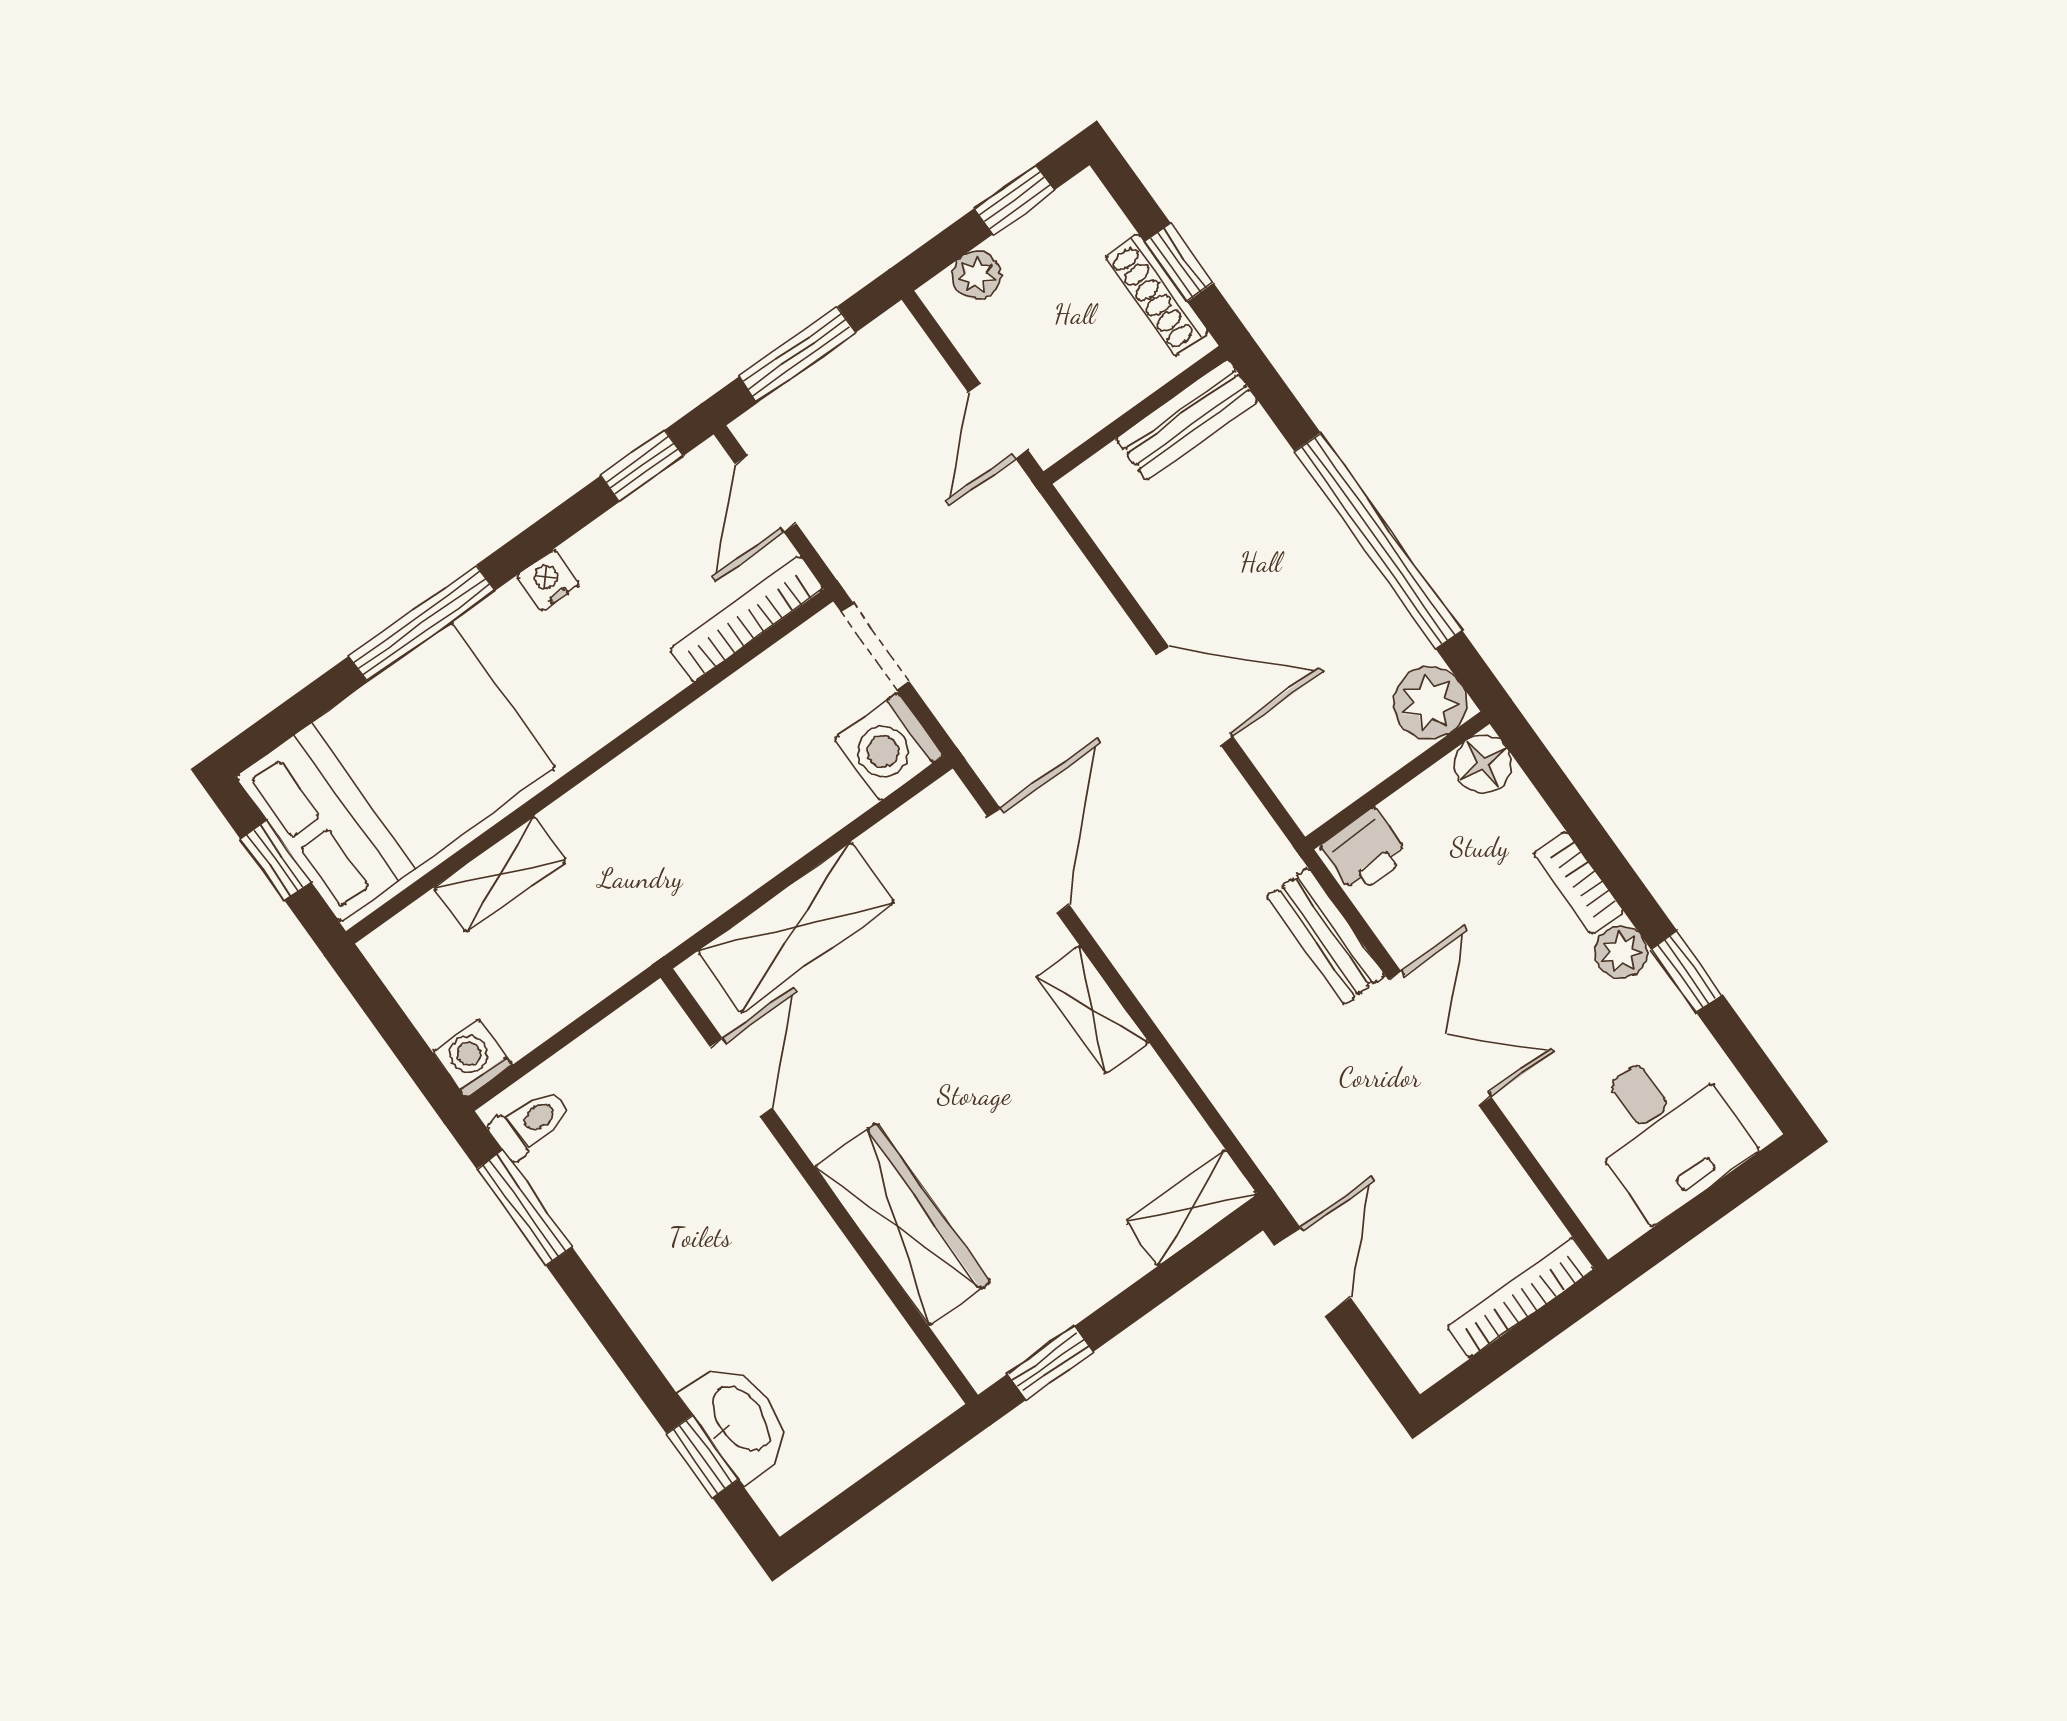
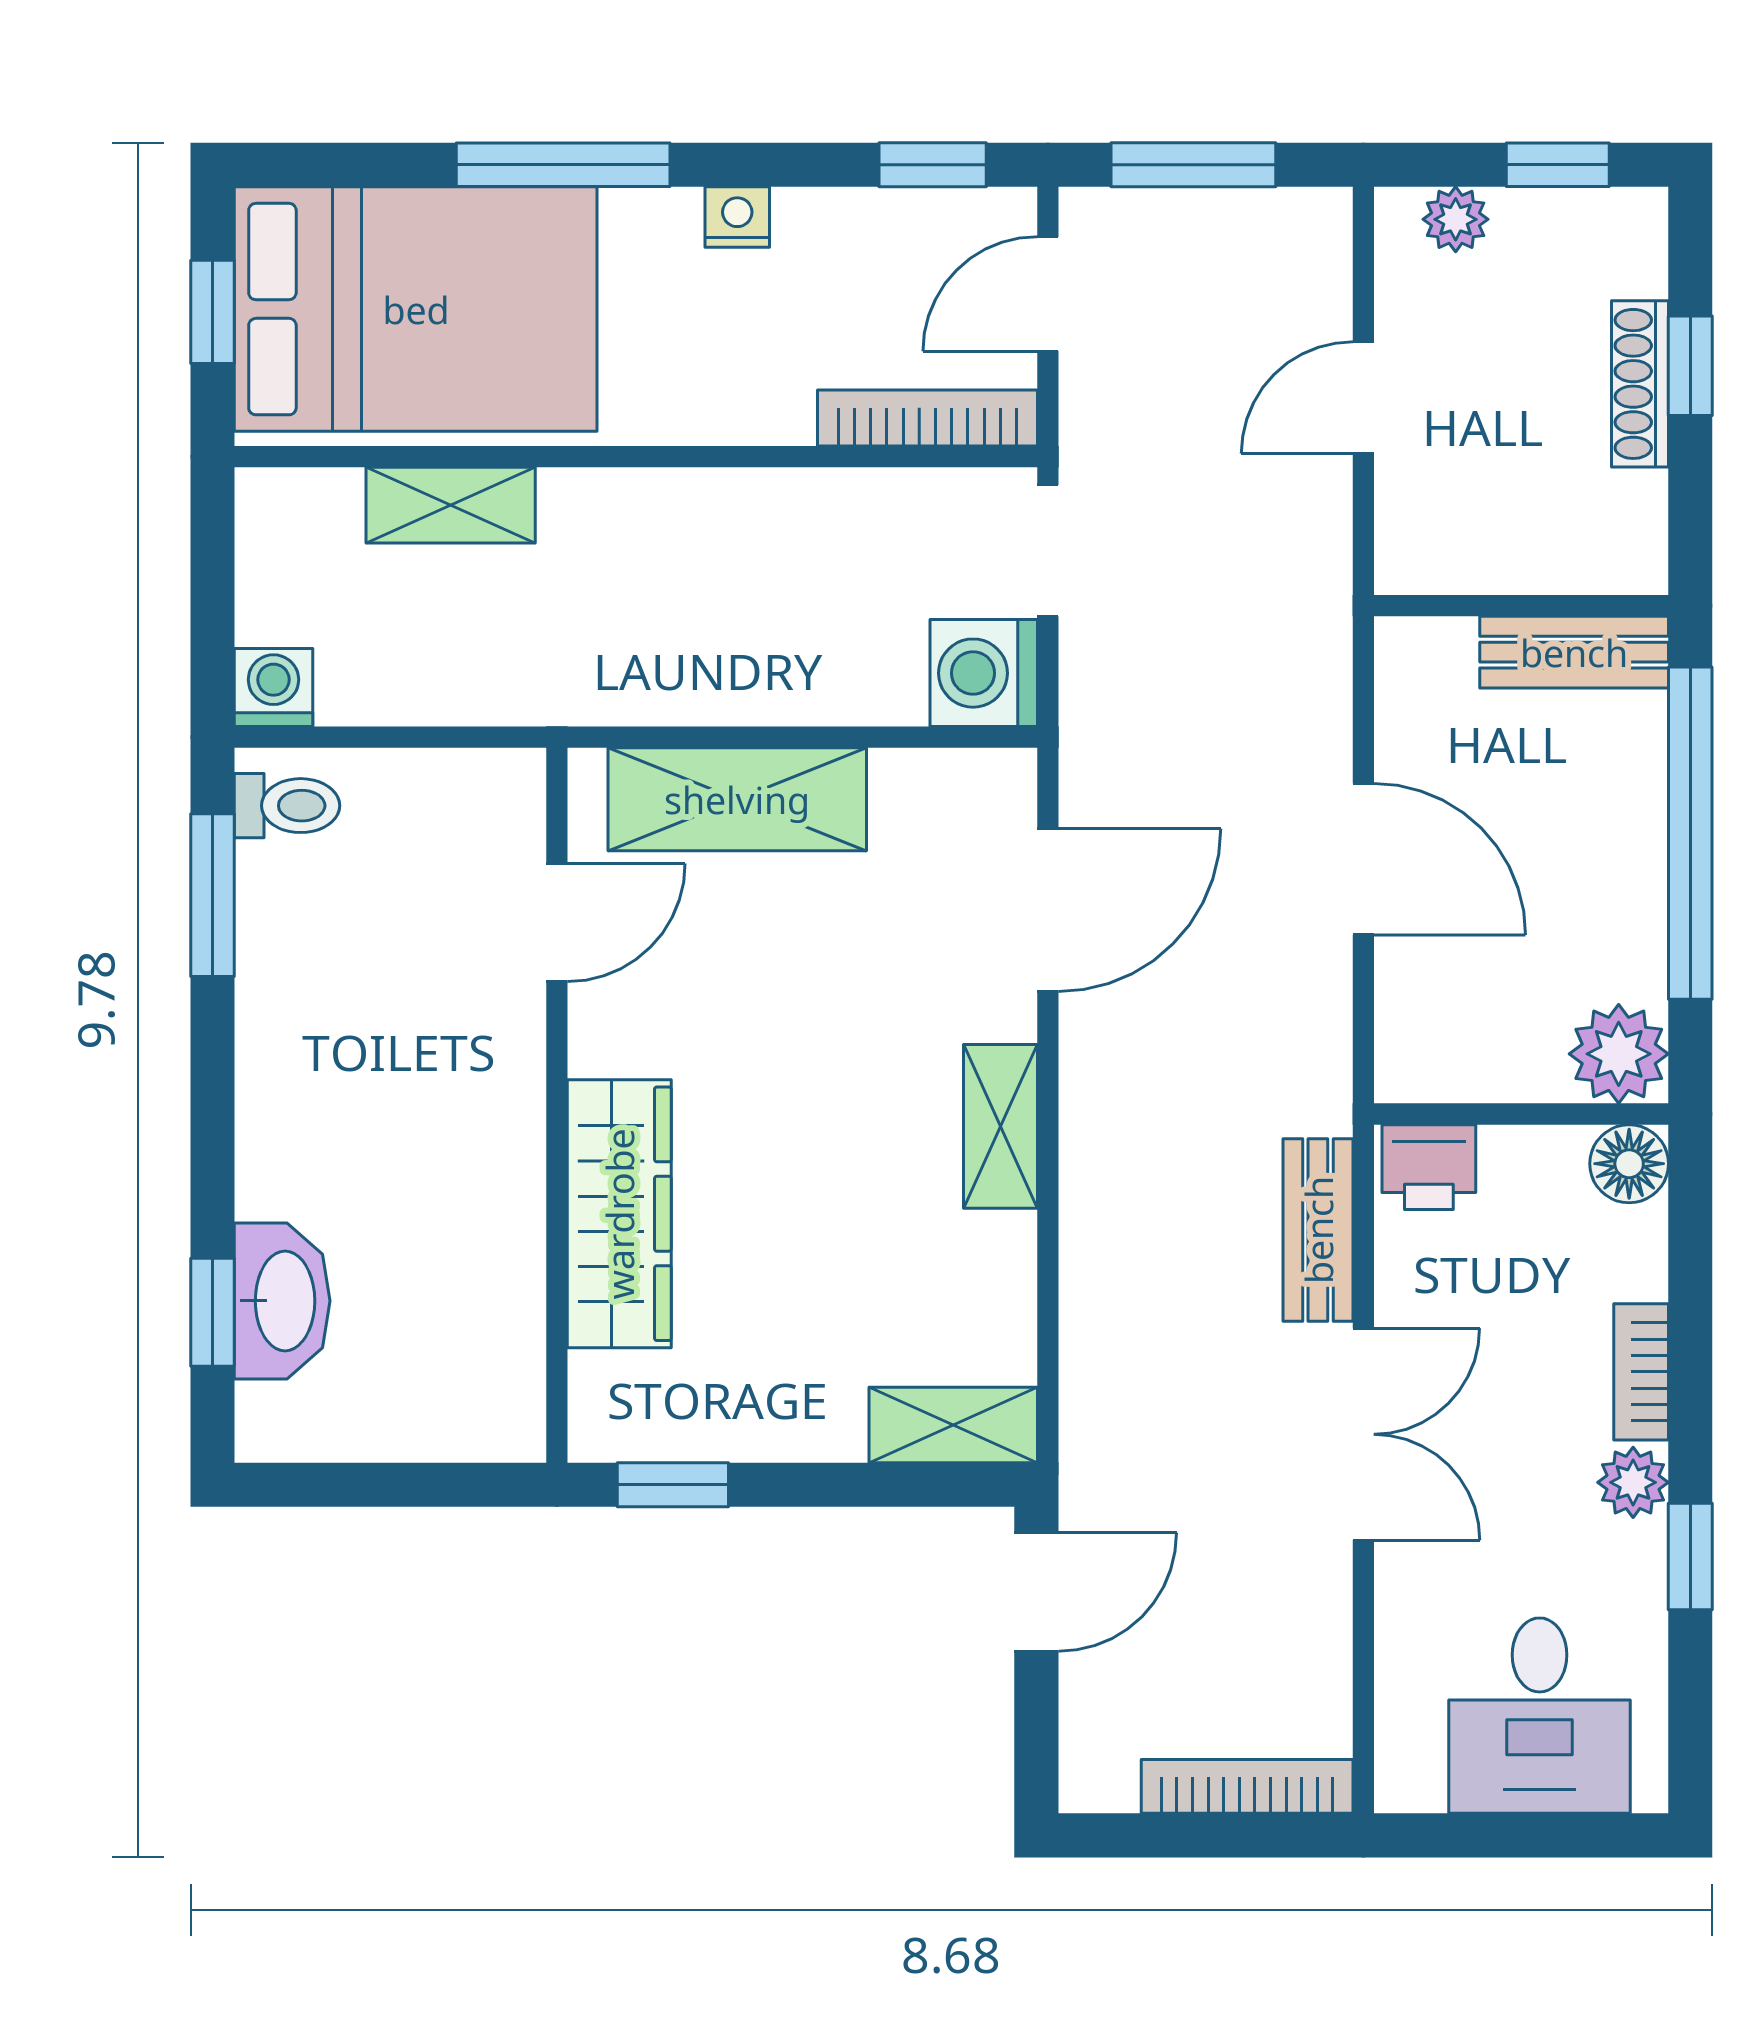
wall: (1136, 415) -> (1521, 606), moved
bench: (1187, 420) -> (1574, 652), moved

